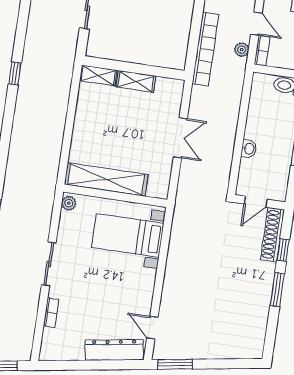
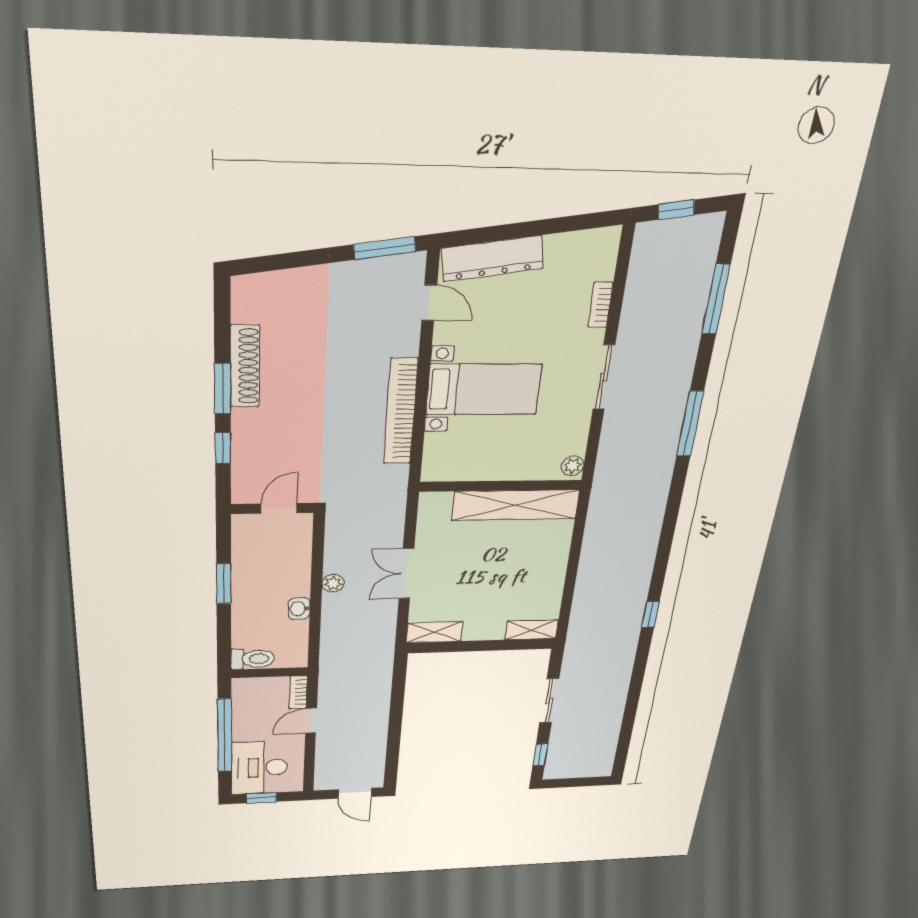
door: (256, 24) -> (311, 721), hinge flipped
bookcase: (205, 49) -> (401, 412), moved
plant: (242, 50) -> (333, 583), moved
shelving: (136, 81) -> (434, 632), moved
washbasin: (249, 149) -> (299, 609), moved
bed with nightstands: (128, 235) -> (484, 389), moved
shoe rack: (272, 235) -> (245, 366), moved

